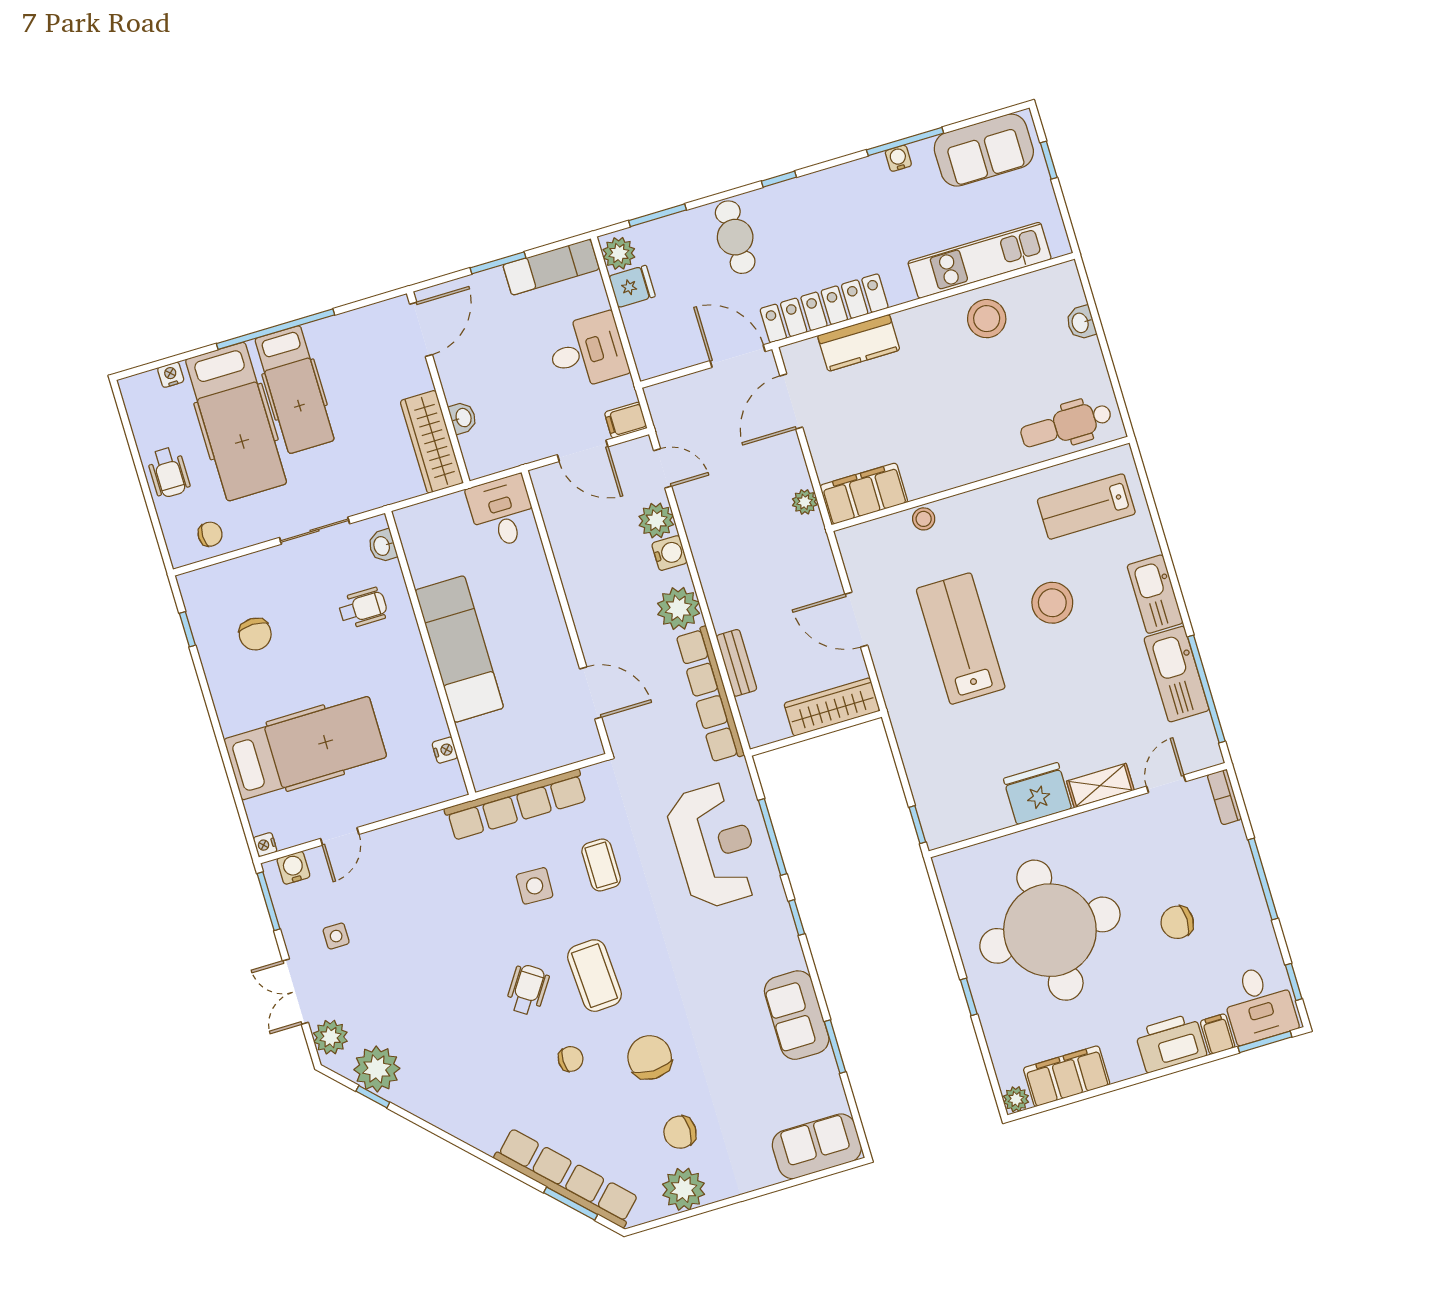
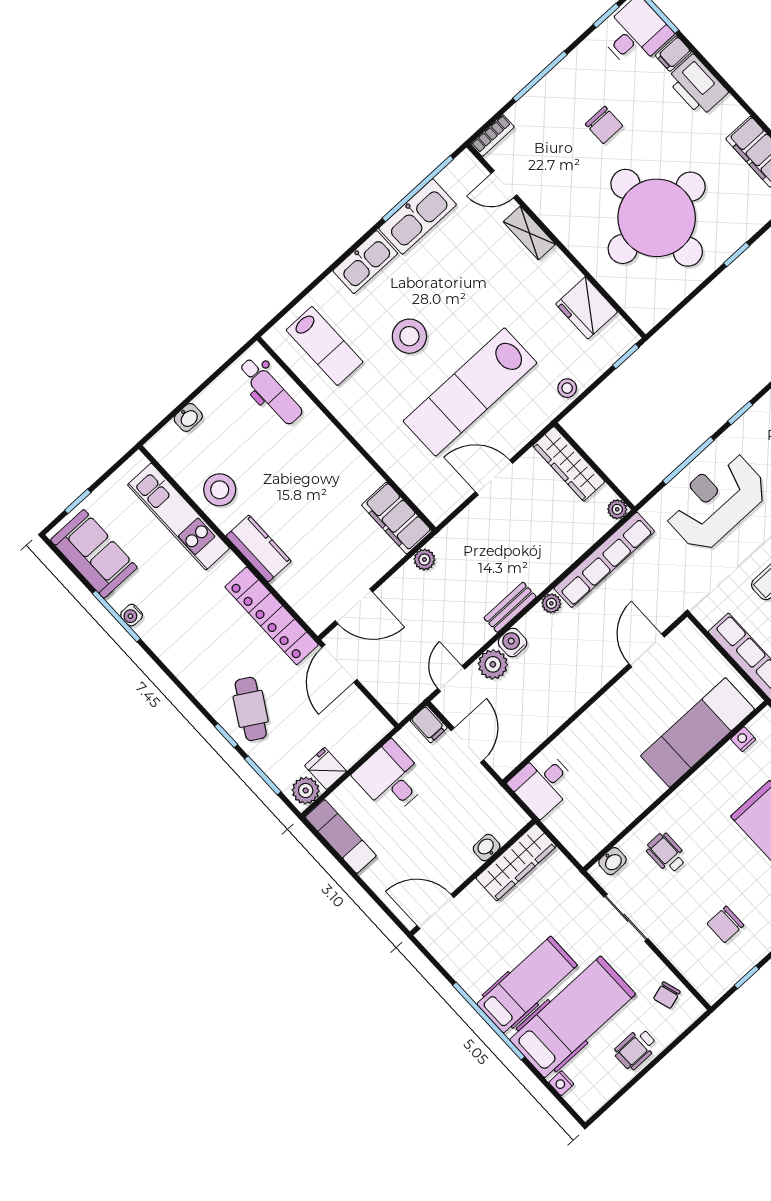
window: (779, 179) -> (226, 736), moved
cafe table: (735, 237) -> (251, 709), turned -59
window: (498, 263) -> (357, 878), removed
kitchen counter: (859, 343) -> (259, 549), moved
wheelchair: (168, 472) -> (636, 1049), turned 180
stool: (924, 519) -> (567, 388), moved
chair: (210, 534) -> (667, 995), turned -107
plant: (678, 608) -> (551, 603), width x0.53, depth x0.53
door: (856, 620) -> (494, 477), swing flipped
chair: (255, 634) -> (725, 924), turned 180
lab bench: (961, 639) -> (470, 392), width x1.36
exam couch: (459, 649) -> (697, 733), moved
bench: (737, 663) -> (510, 607), moved
plant: (758, 735) -> (617, 509), added
fridge: (1037, 794) -> (587, 308), moved

